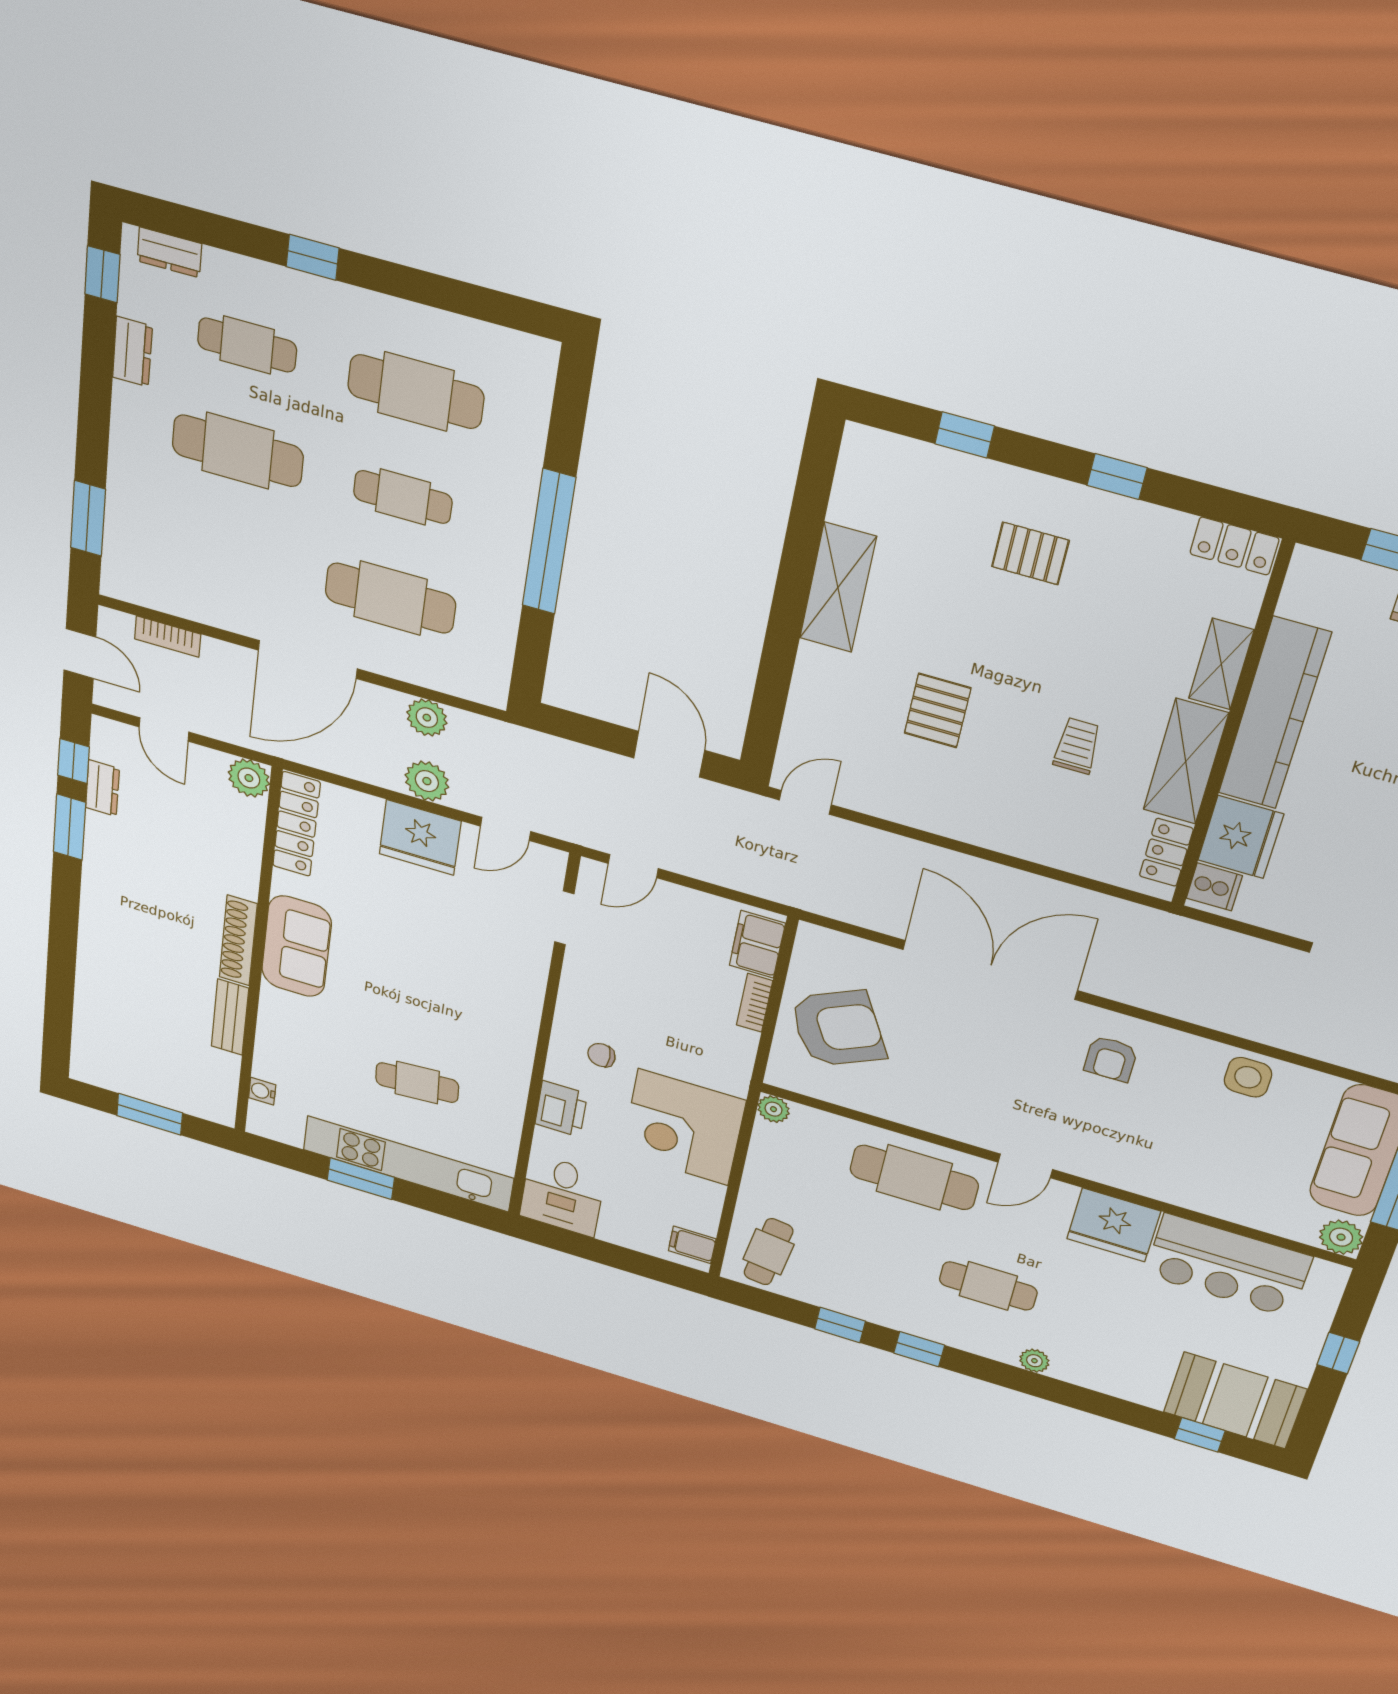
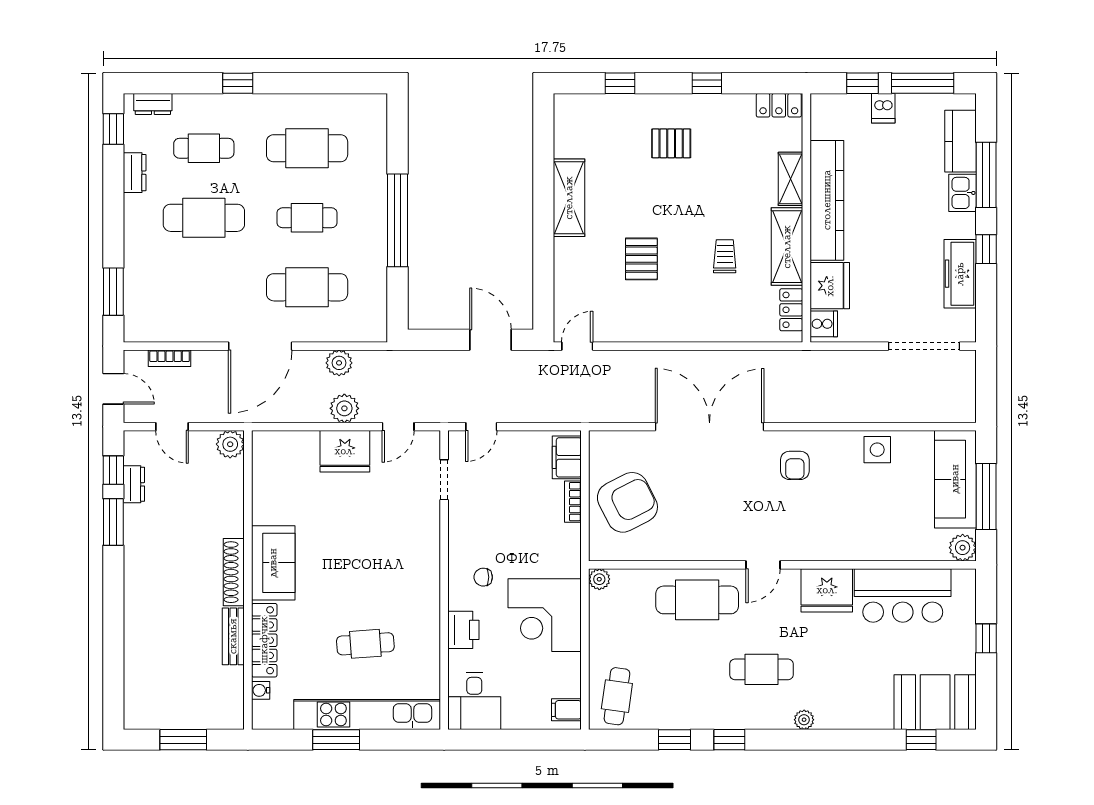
locker: (296, 824) -> (264, 640), moved

